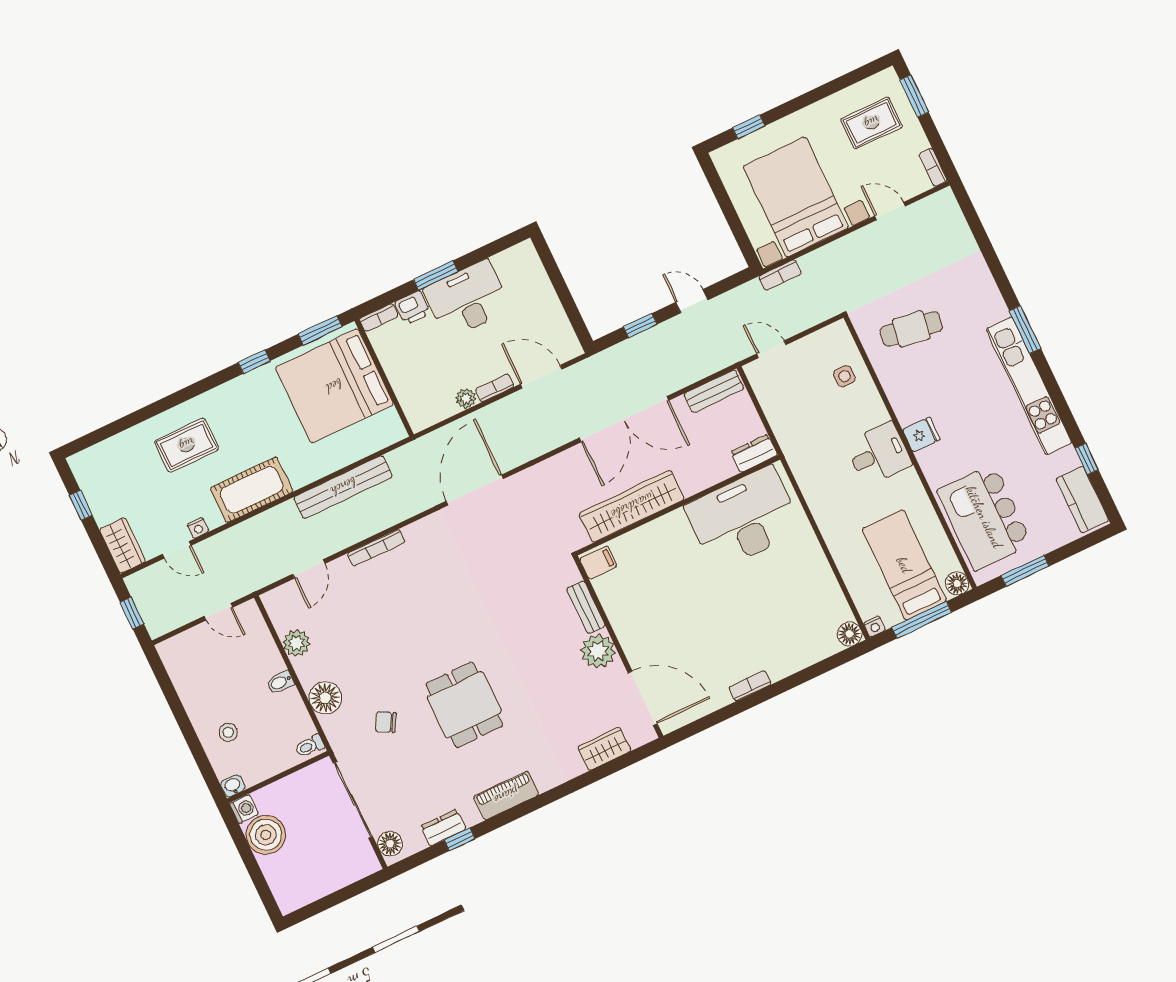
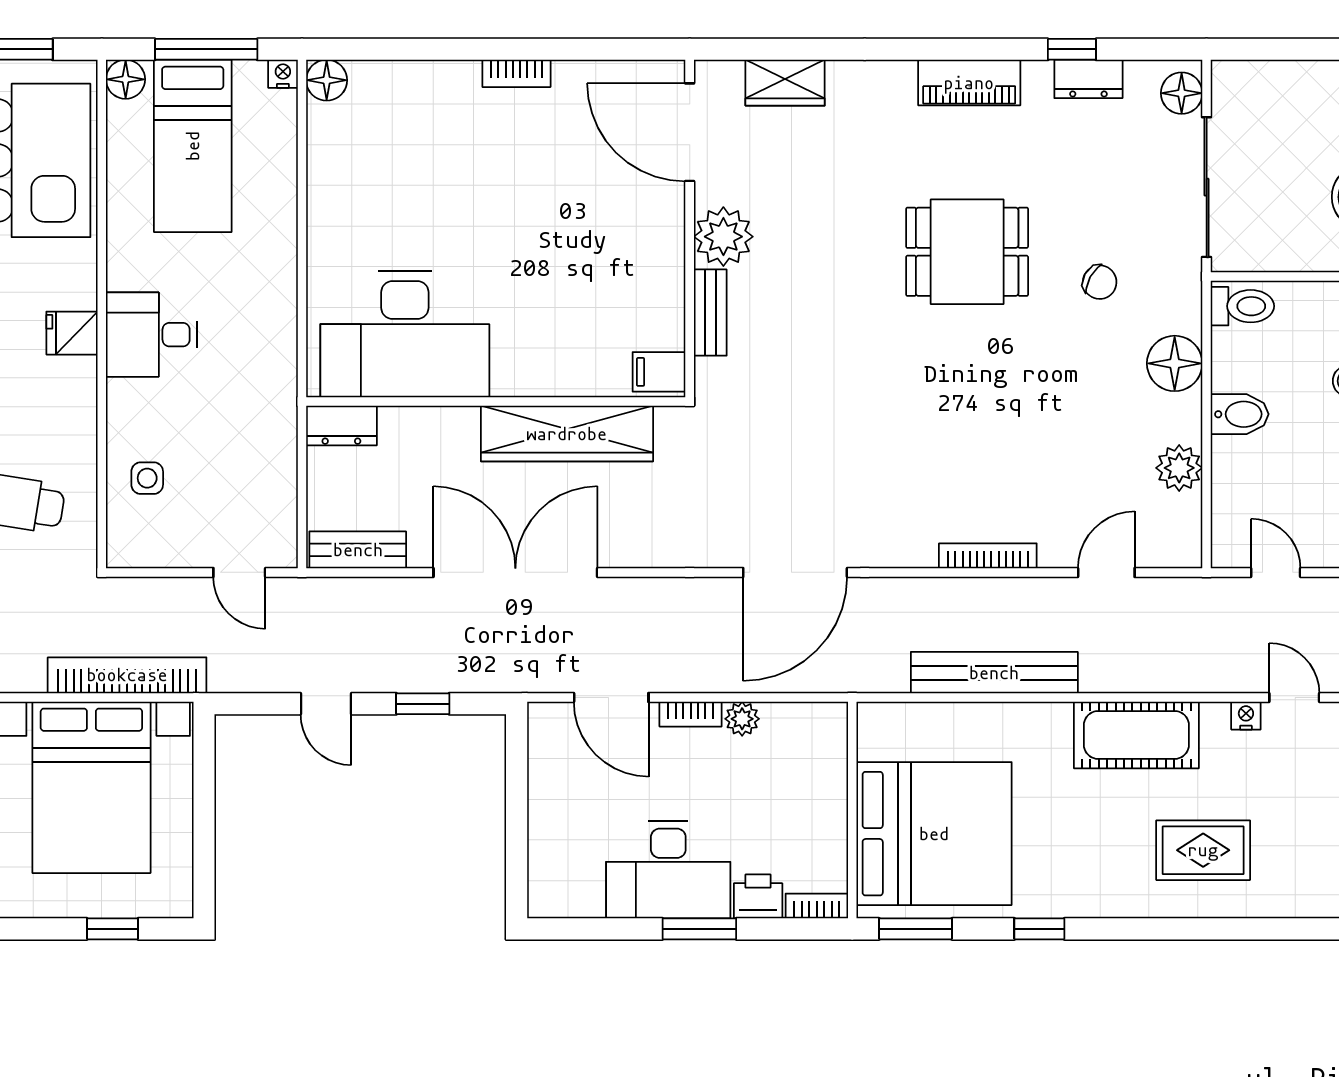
bookcase: (780, 275) -> (127, 675), width x2.31, depth x1.31
bidet: (280, 682) -> (1240, 414), width x1.38, depth x1.36
dining table: (464, 705) -> (967, 252), turned 90
toilet: (310, 746) -> (1242, 306), width x1.37, depth x1.39

